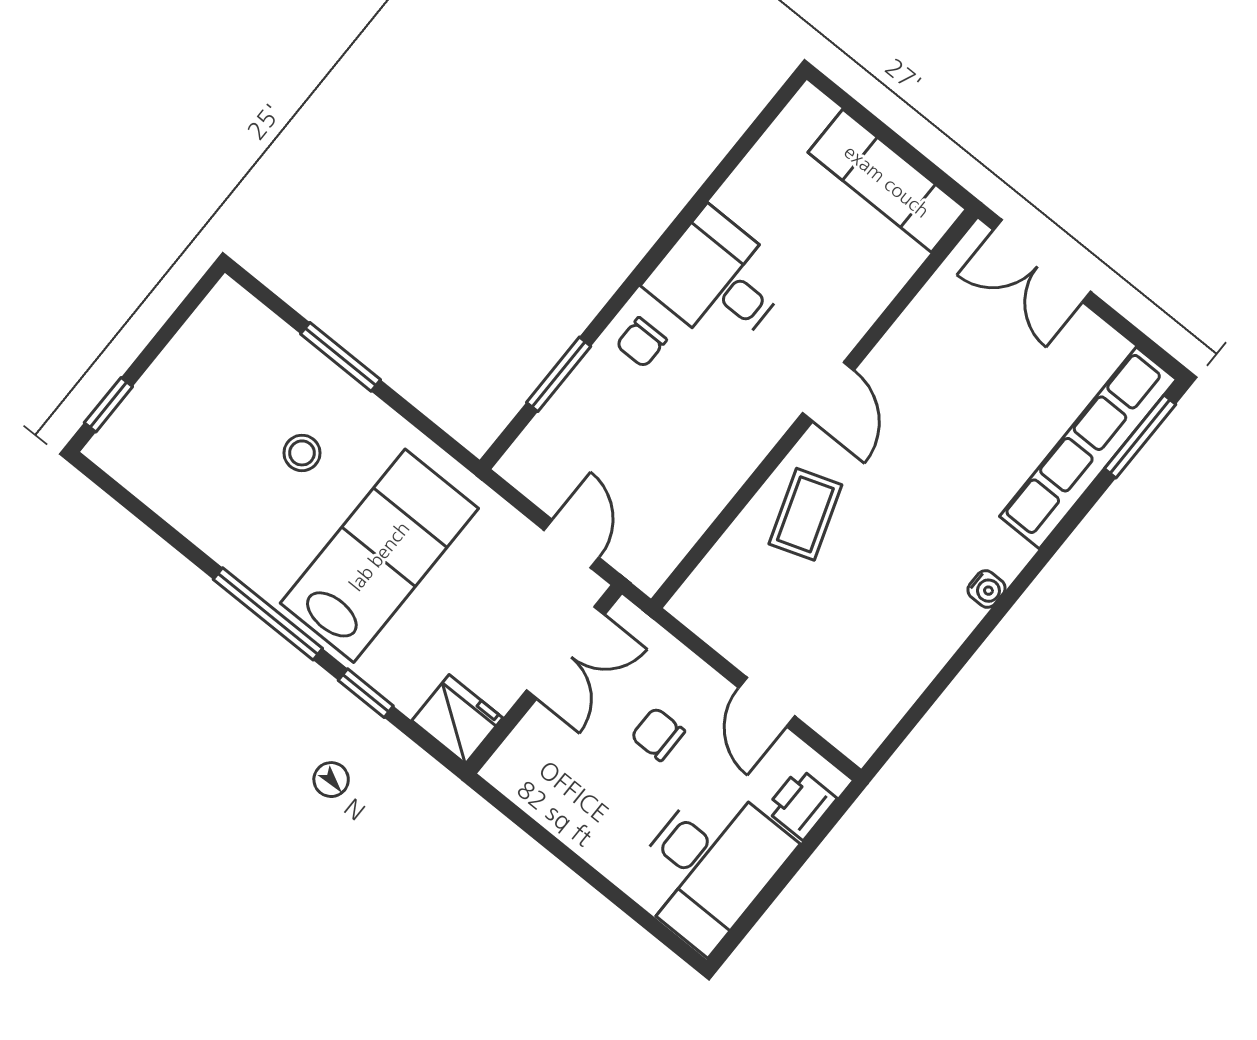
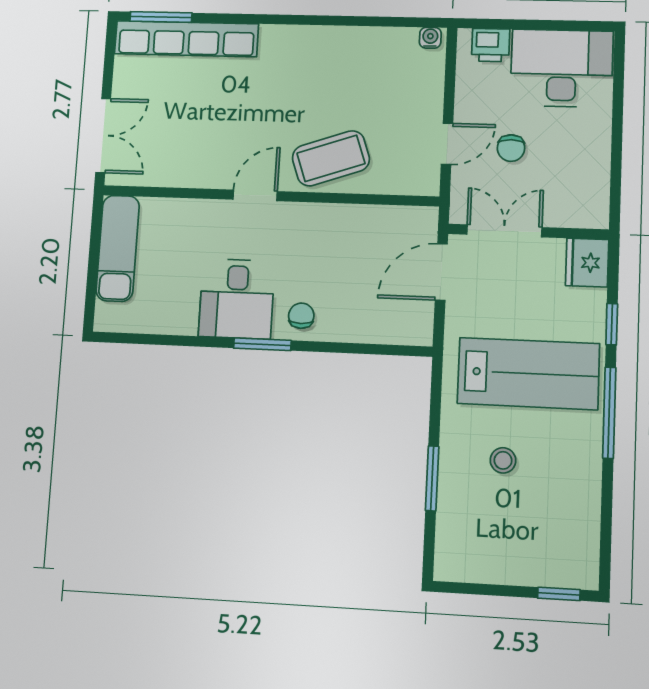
chair: (641, 342) -> (301, 316), turned -90
window: (559, 374) -> (262, 344), moved
coffee table: (805, 514) -> (331, 158), width x1.36, depth x1.30
door: (571, 544) -> (441, 272), width x1.37
lab bench: (379, 556) -> (528, 374), turned 180
water cooler: (986, 589) -> (430, 38), moved
door: (767, 702) -> (447, 144), moved

